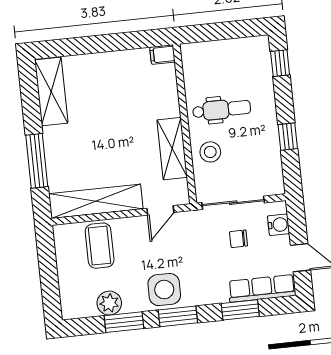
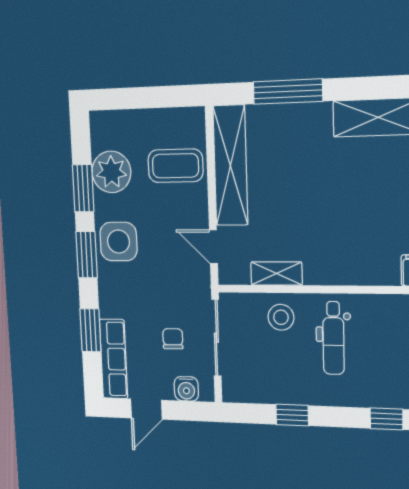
shelving: (172, 149) -> (276, 273), width x0.67, depth x0.75
plant: (109, 303) -> (111, 172), width x1.36, depth x1.36

